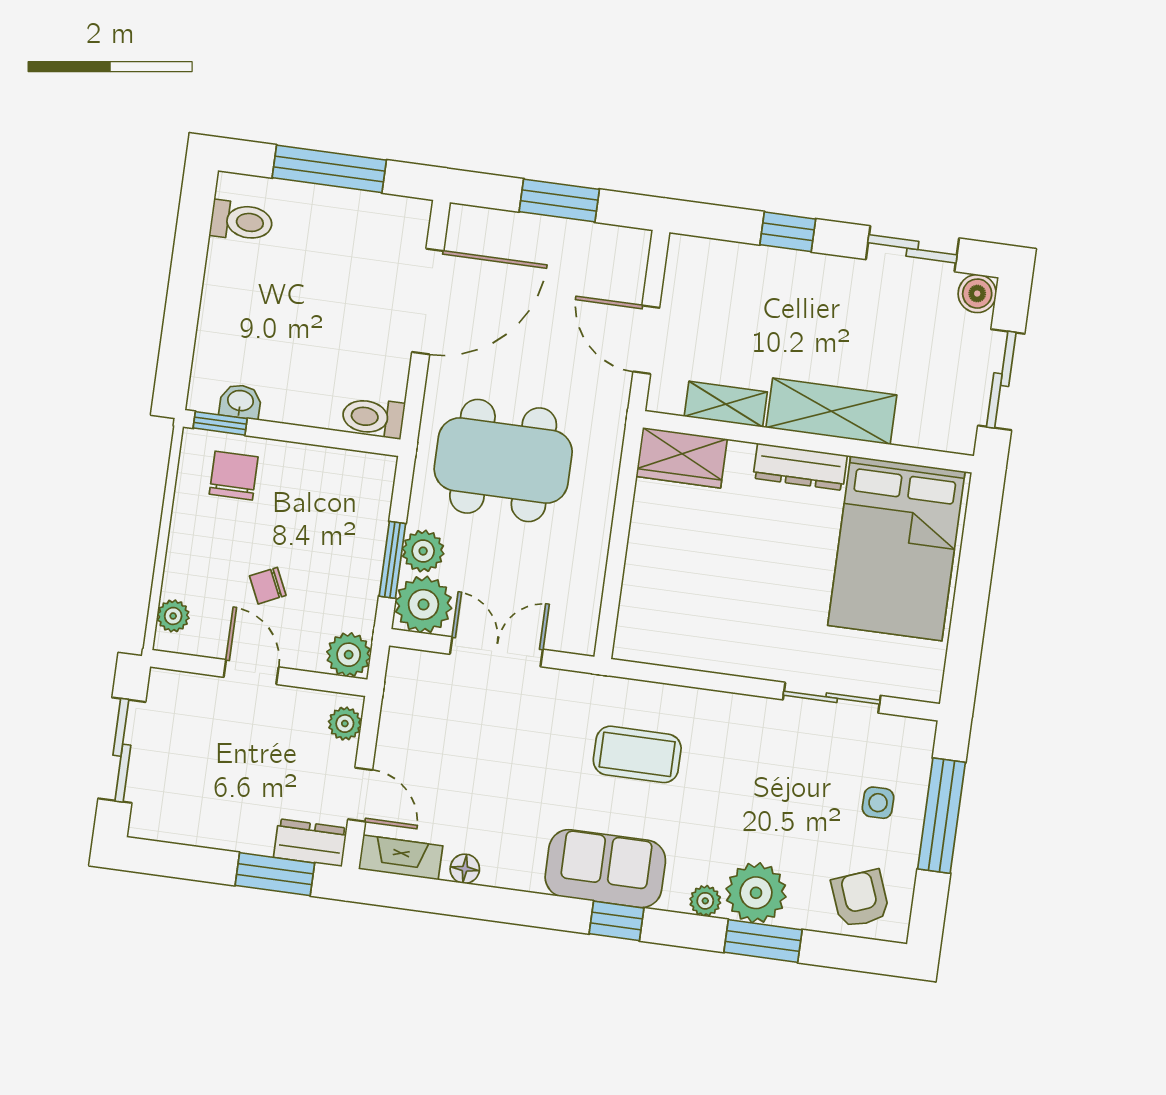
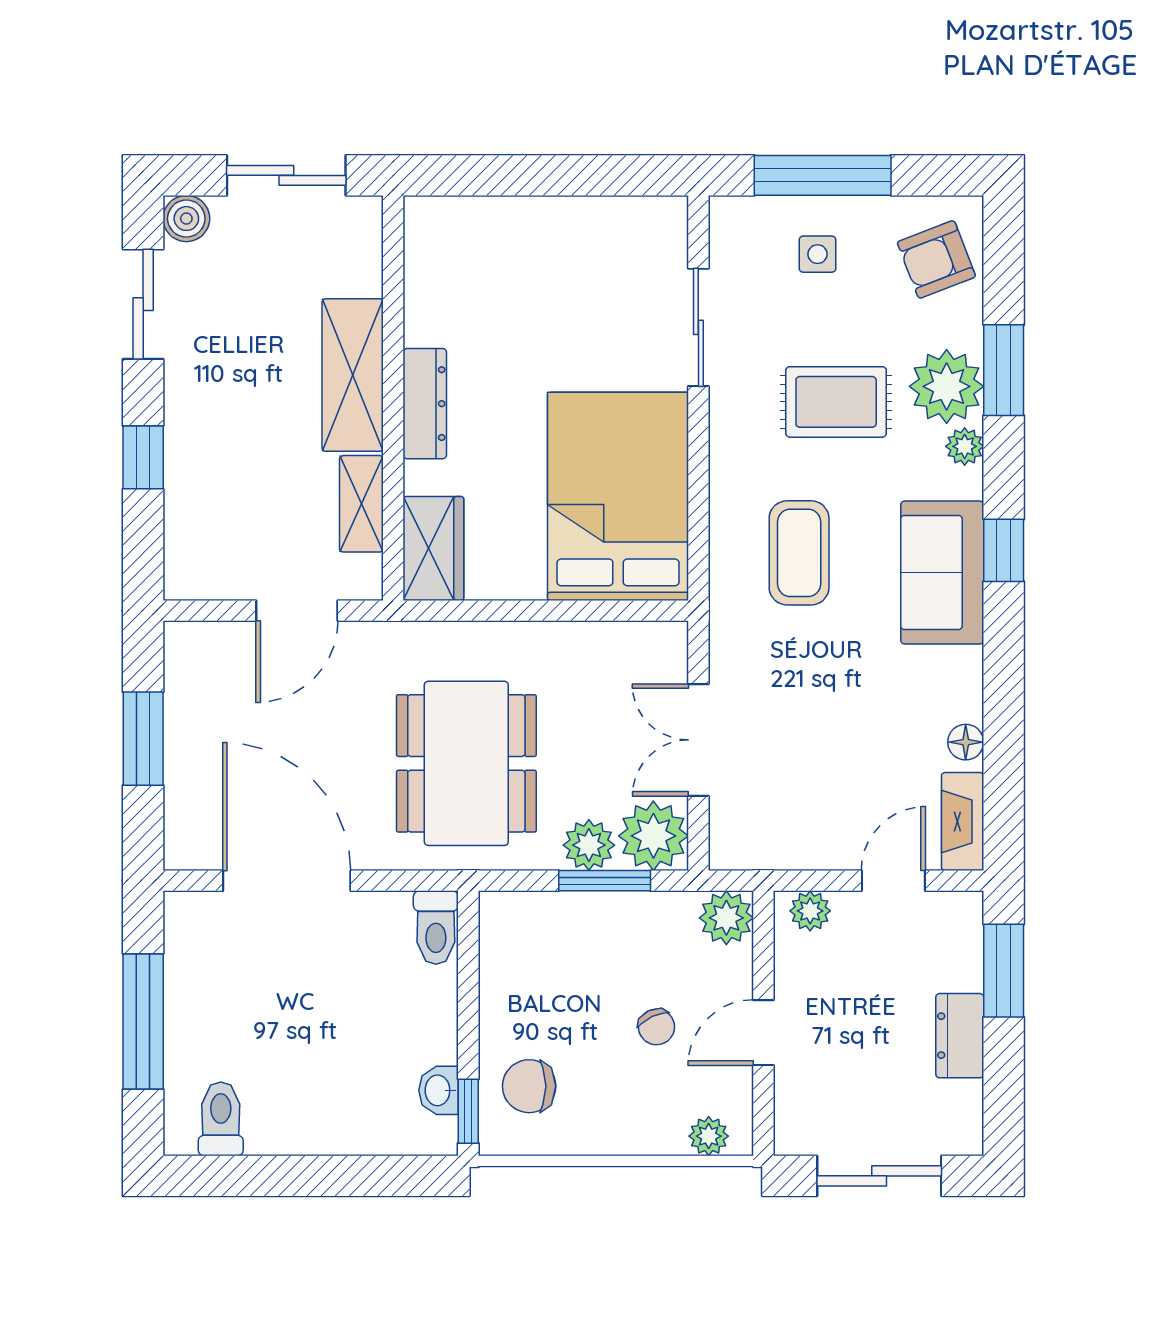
bed: (896, 548) -> (618, 496), moved, turned -90
rug: (756, 801) -> (836, 402), added
dresser: (310, 843) -> (960, 1036), moved

